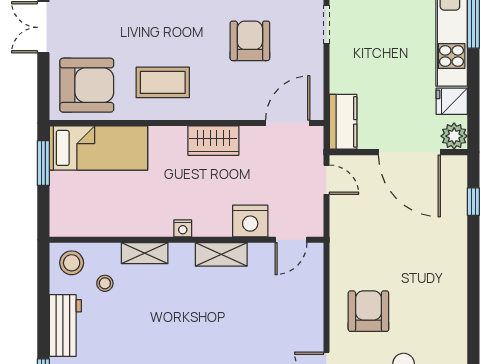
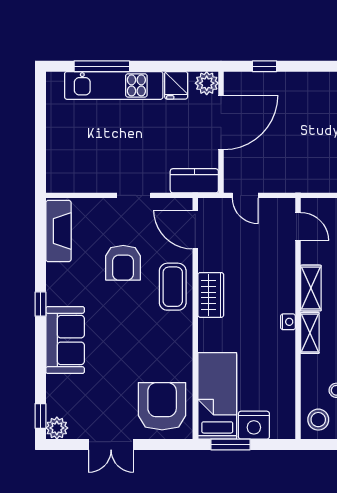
doorway: (327, 24) -> (134, 195), moved
armchair: (250, 41) -> (123, 263), turned -90
coffee table: (163, 82) -> (173, 287), moved
door: (327, 180) -> (245, 195), swing flipped
nightstand: (250, 221) -> (254, 425), moved, turned 90
shelving: (145, 253) -> (310, 333), moved

